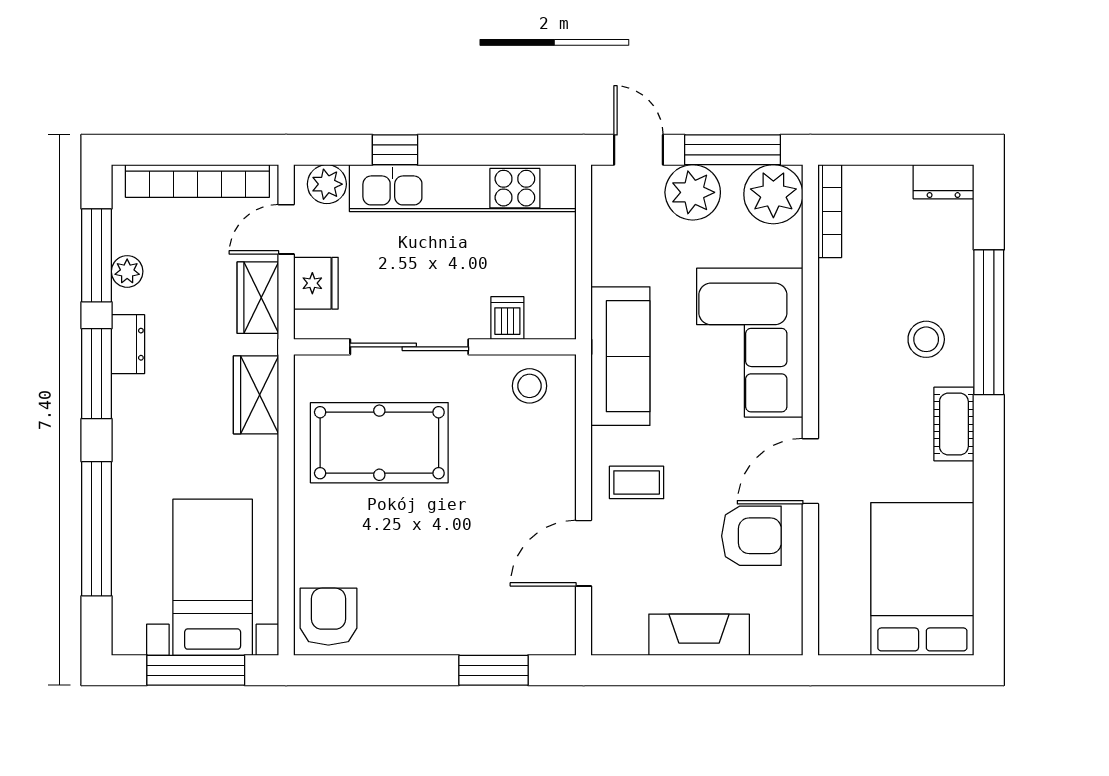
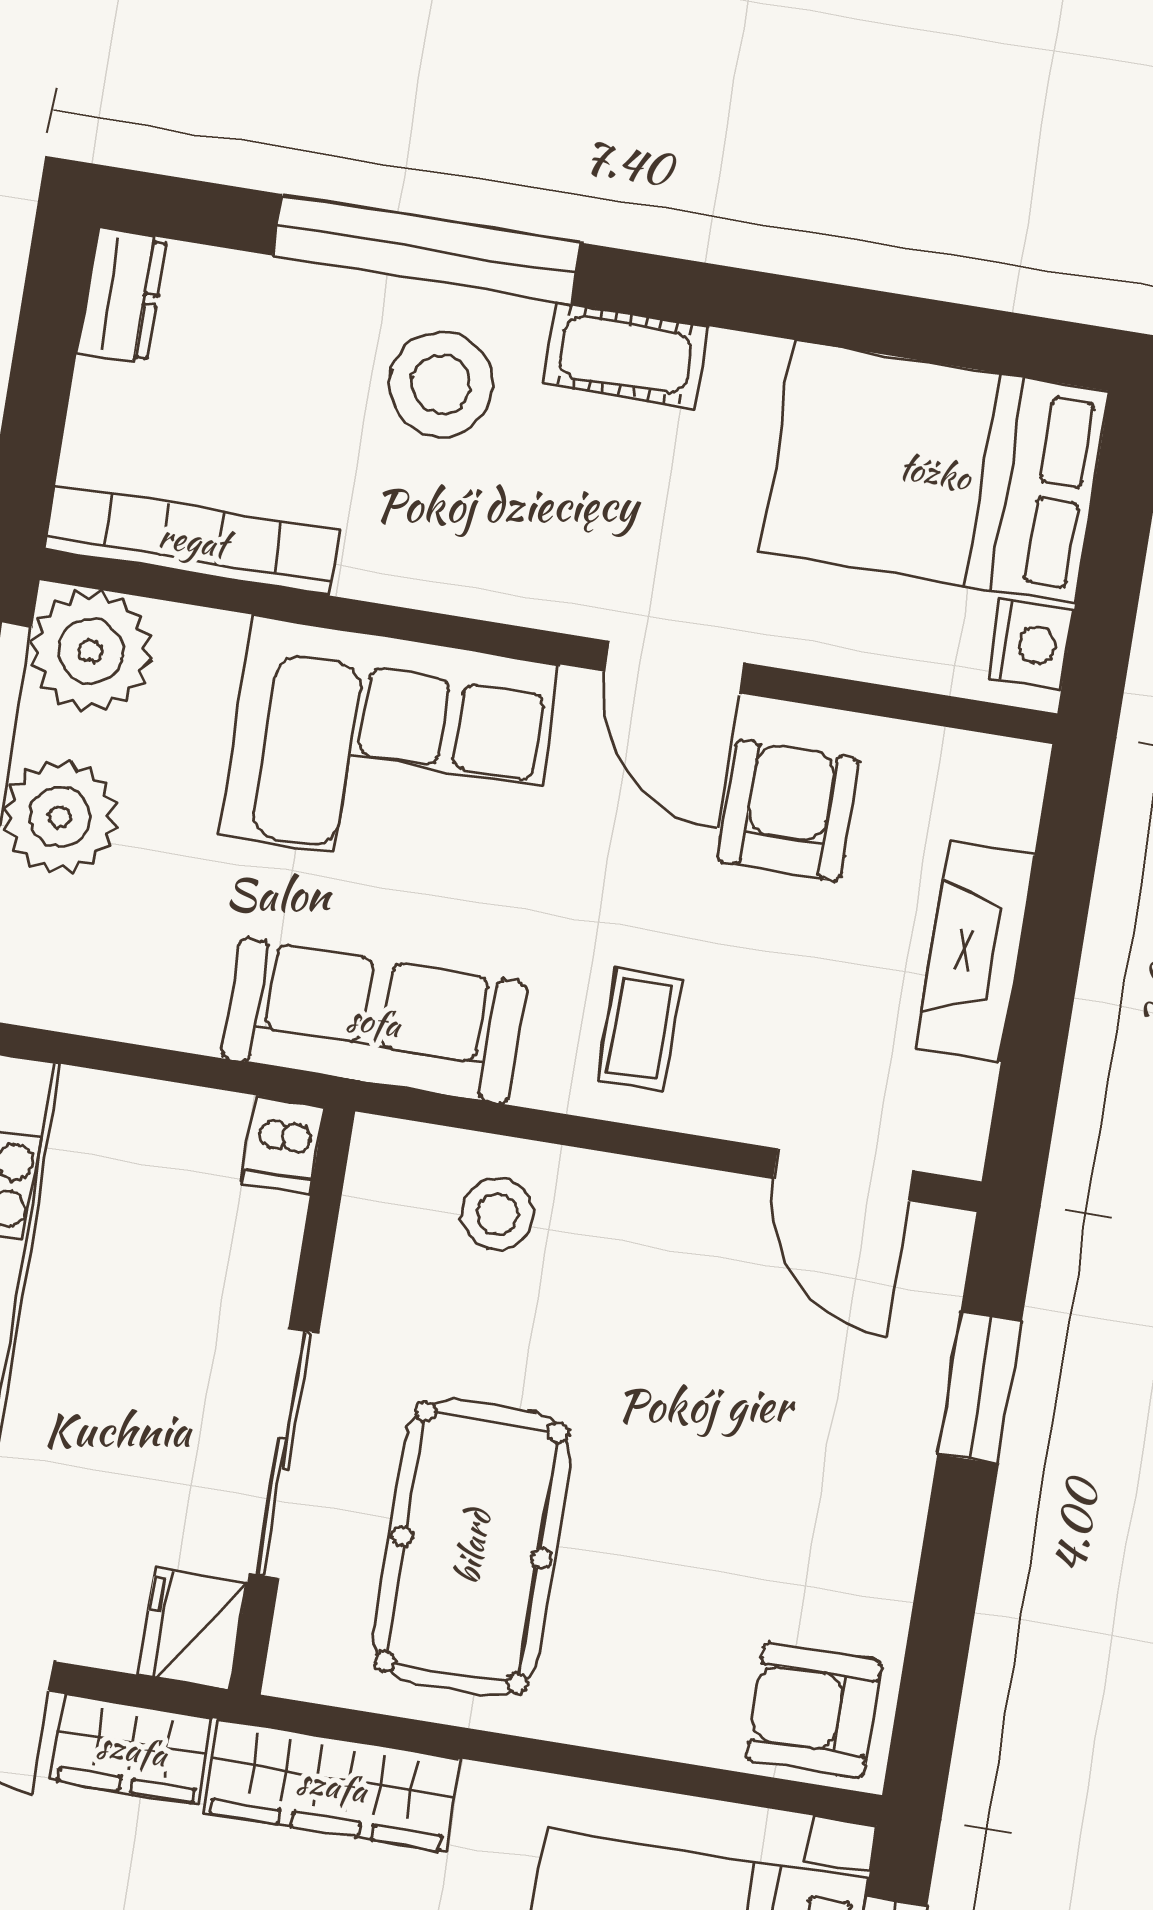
bookcase: (830, 211) -> (192, 540), width x1.48, depth x1.31
fridge: (316, 283) -> (193, 1629), moved, turned -90
dishwasher: (507, 318) -> (283, 1145), moved, turned -90
stool: (926, 339) -> (441, 384), width x1.38, depth x1.38
stool: (530, 386) -> (497, 1214), moved
wardrobe: (256, 395) -> (332, 1785), width x1.50
door: (584, 553) -> (843, 1175), moved
nightstand: (848, 638) -> (1031, 644), added

